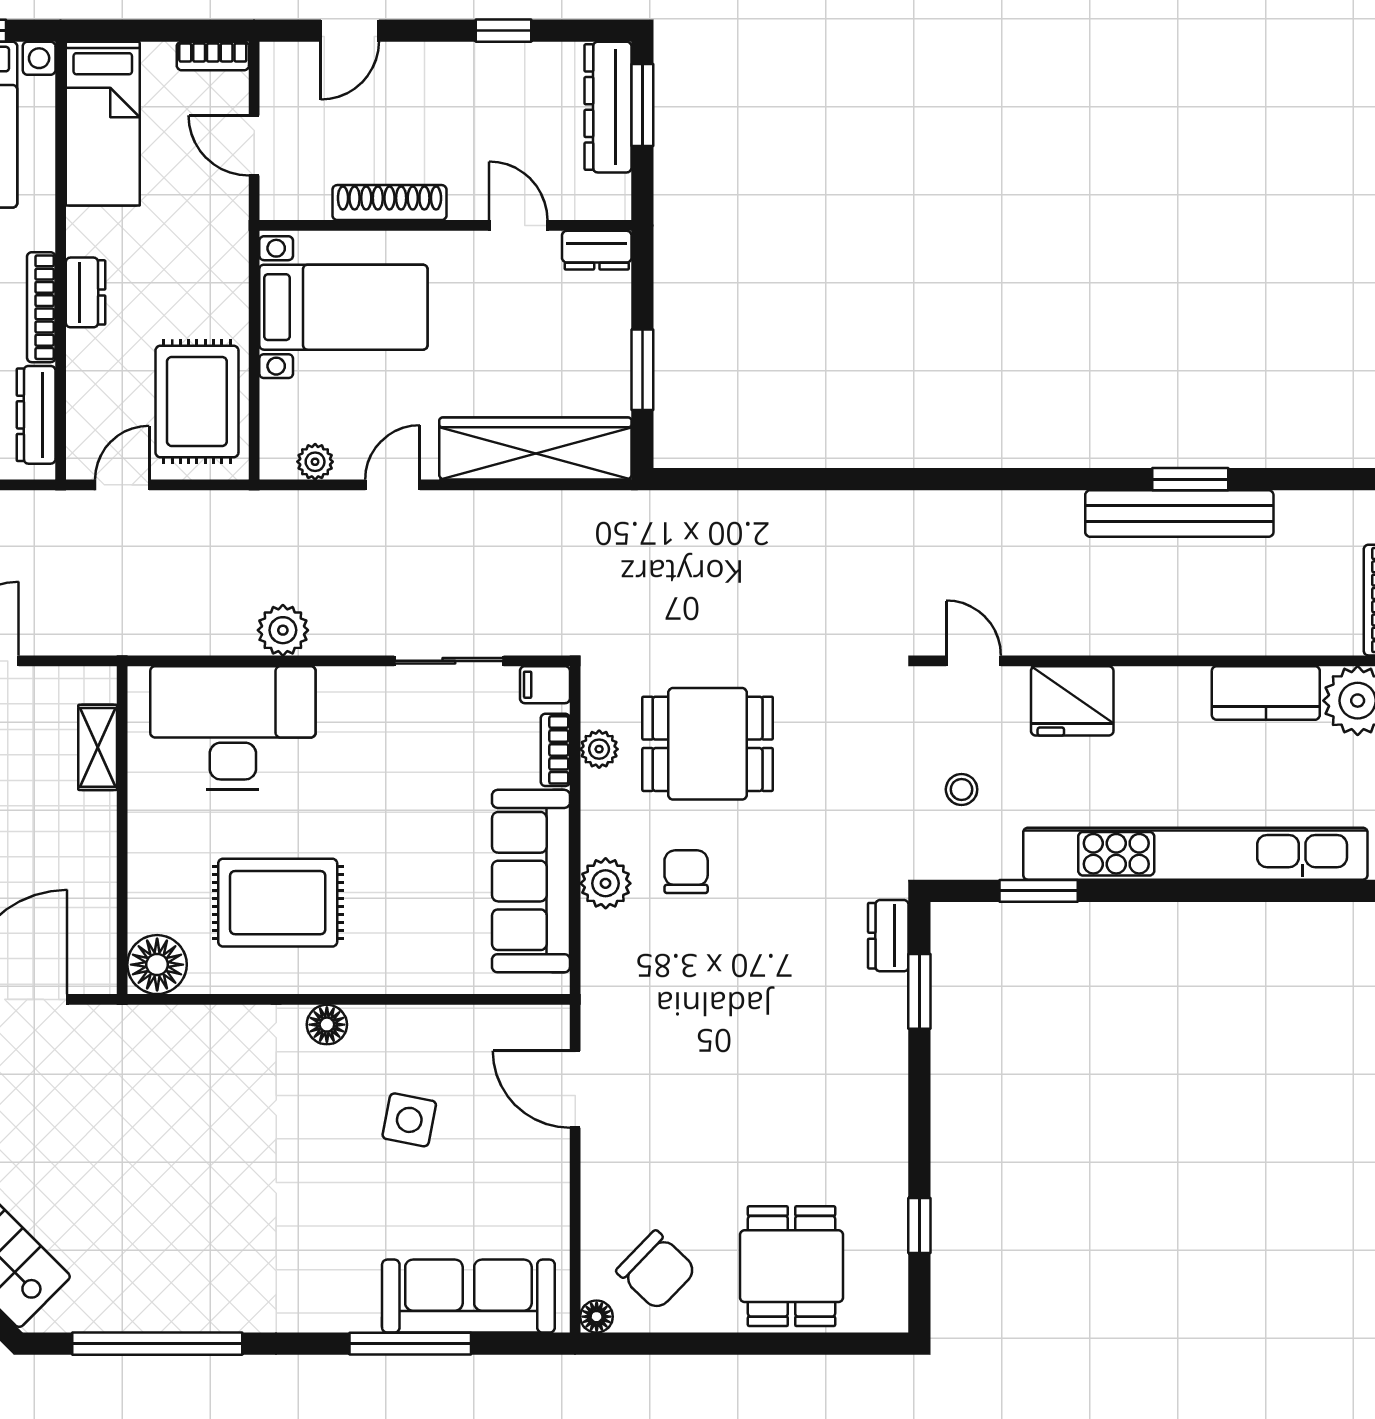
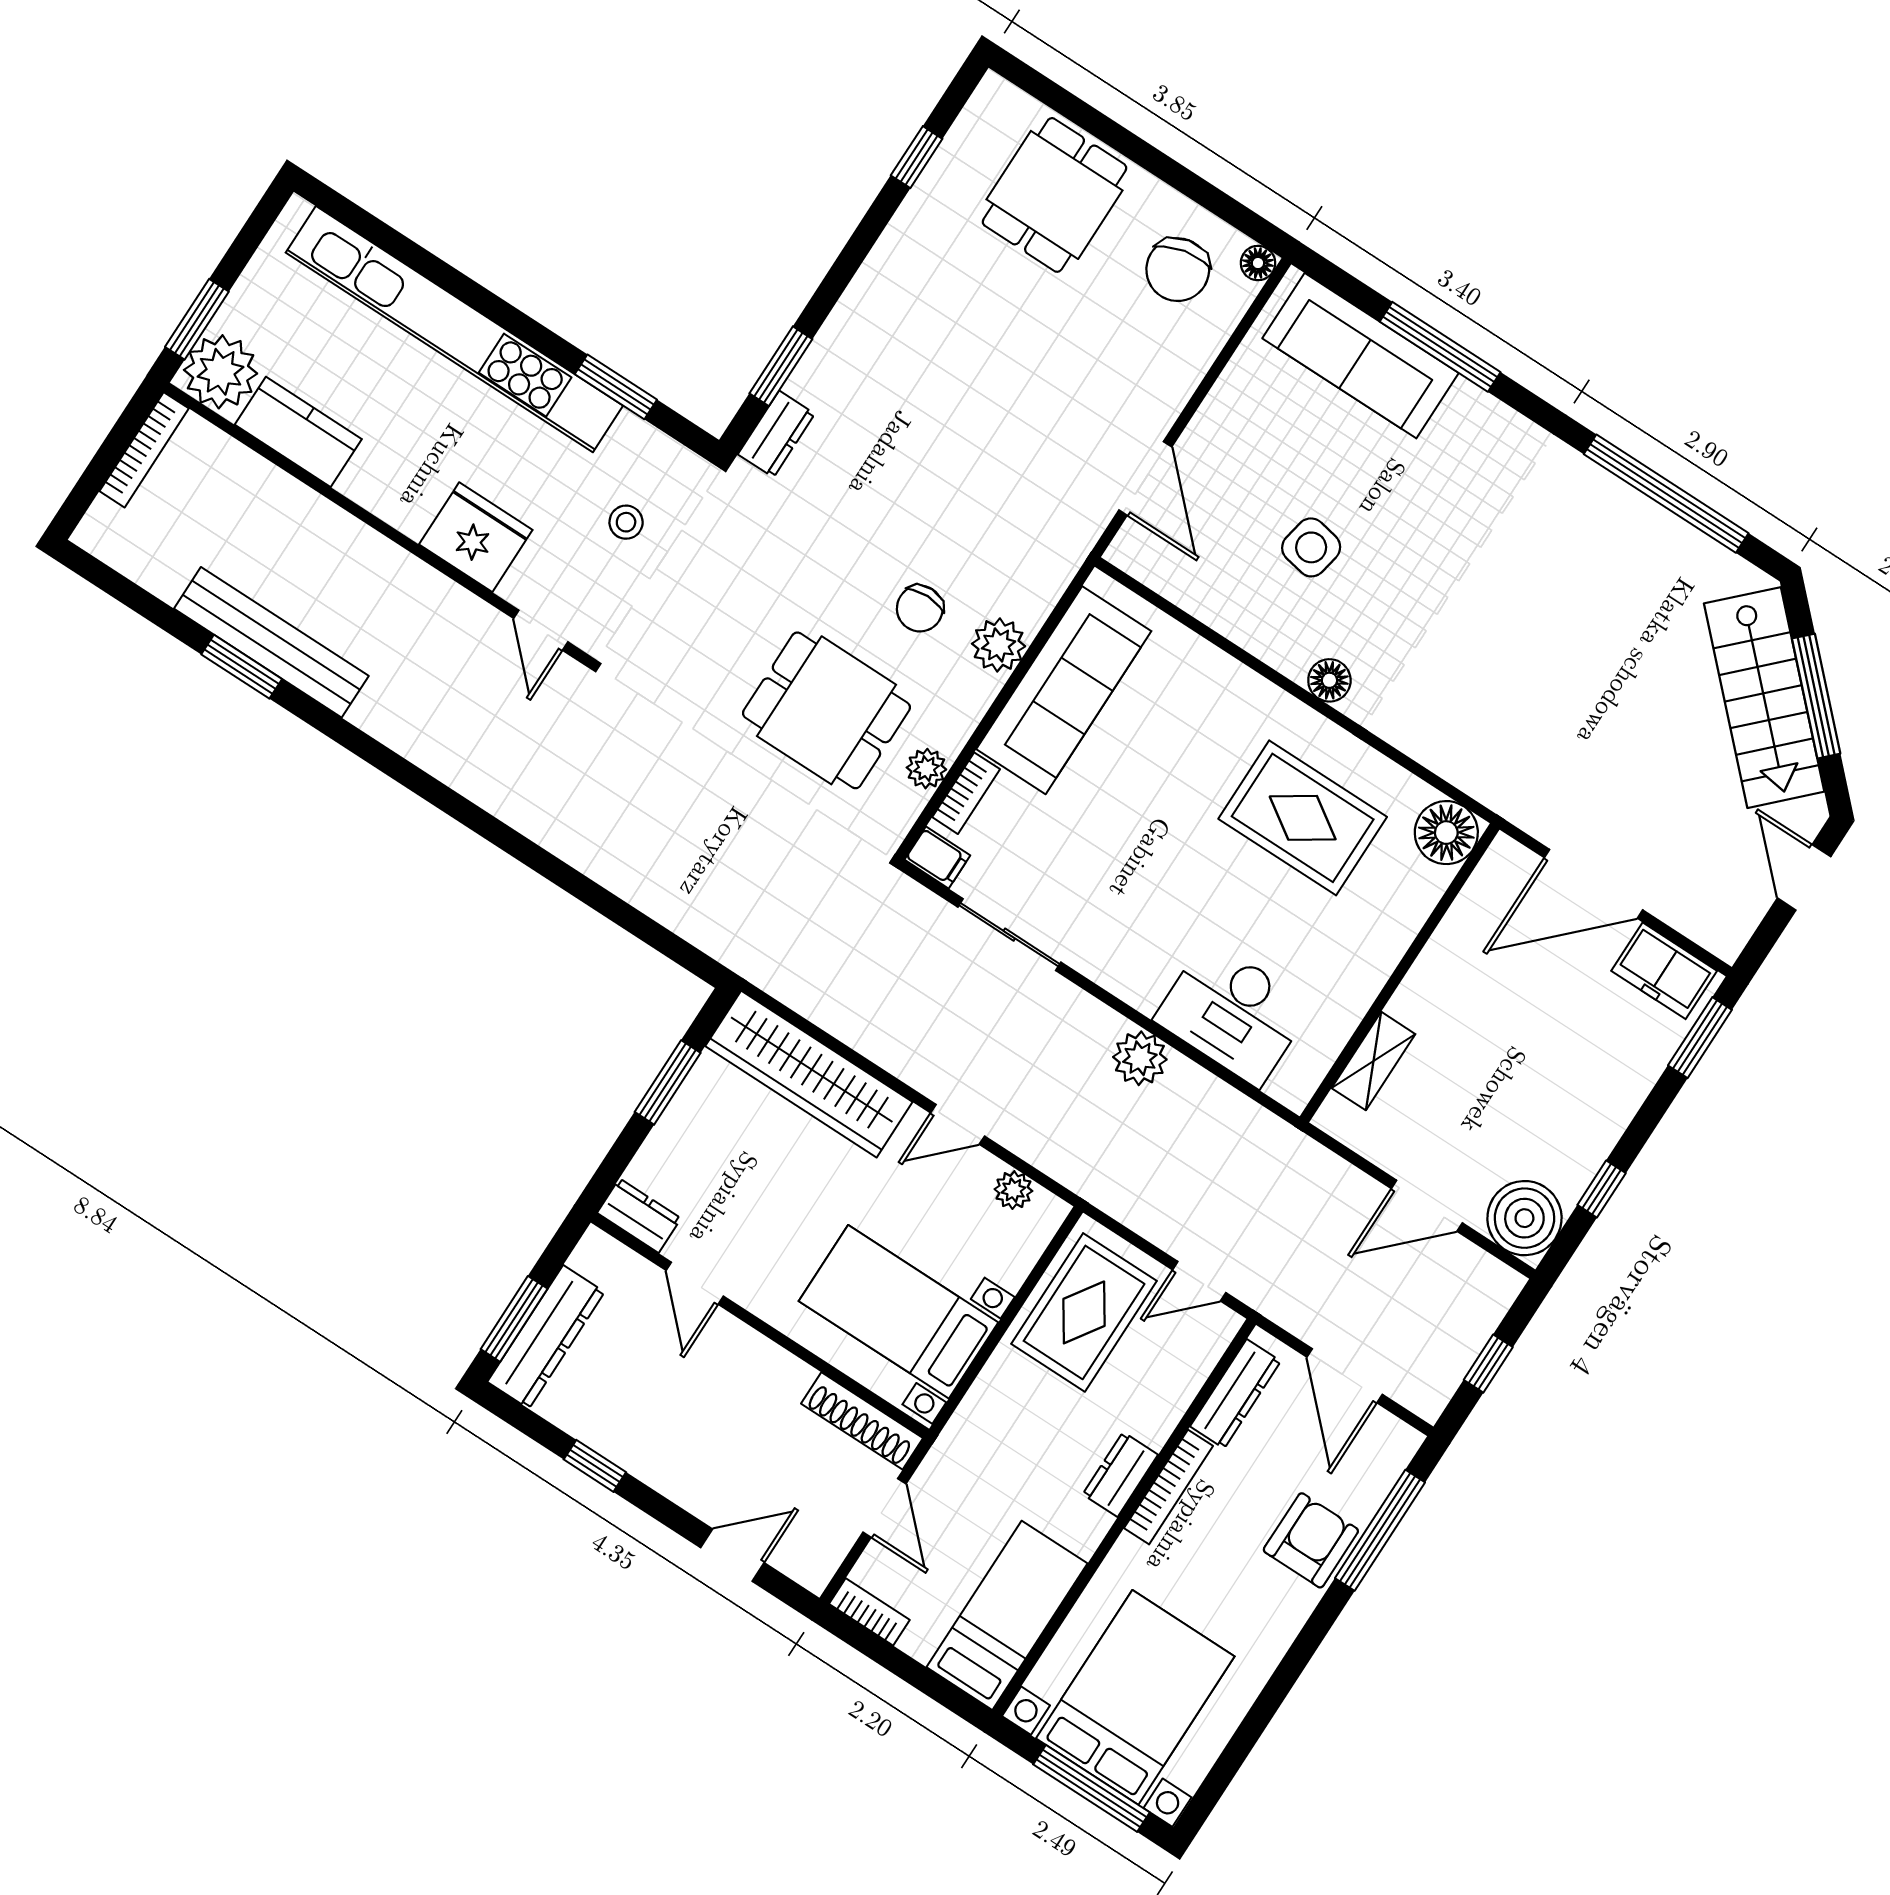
shoe rack: (389, 203) -> (862, 1421), moved
desk: (233, 728) -> (1233, 1013), width x0.73, depth x0.77
chair: (656, 1270) -> (1178, 270), turned -146

